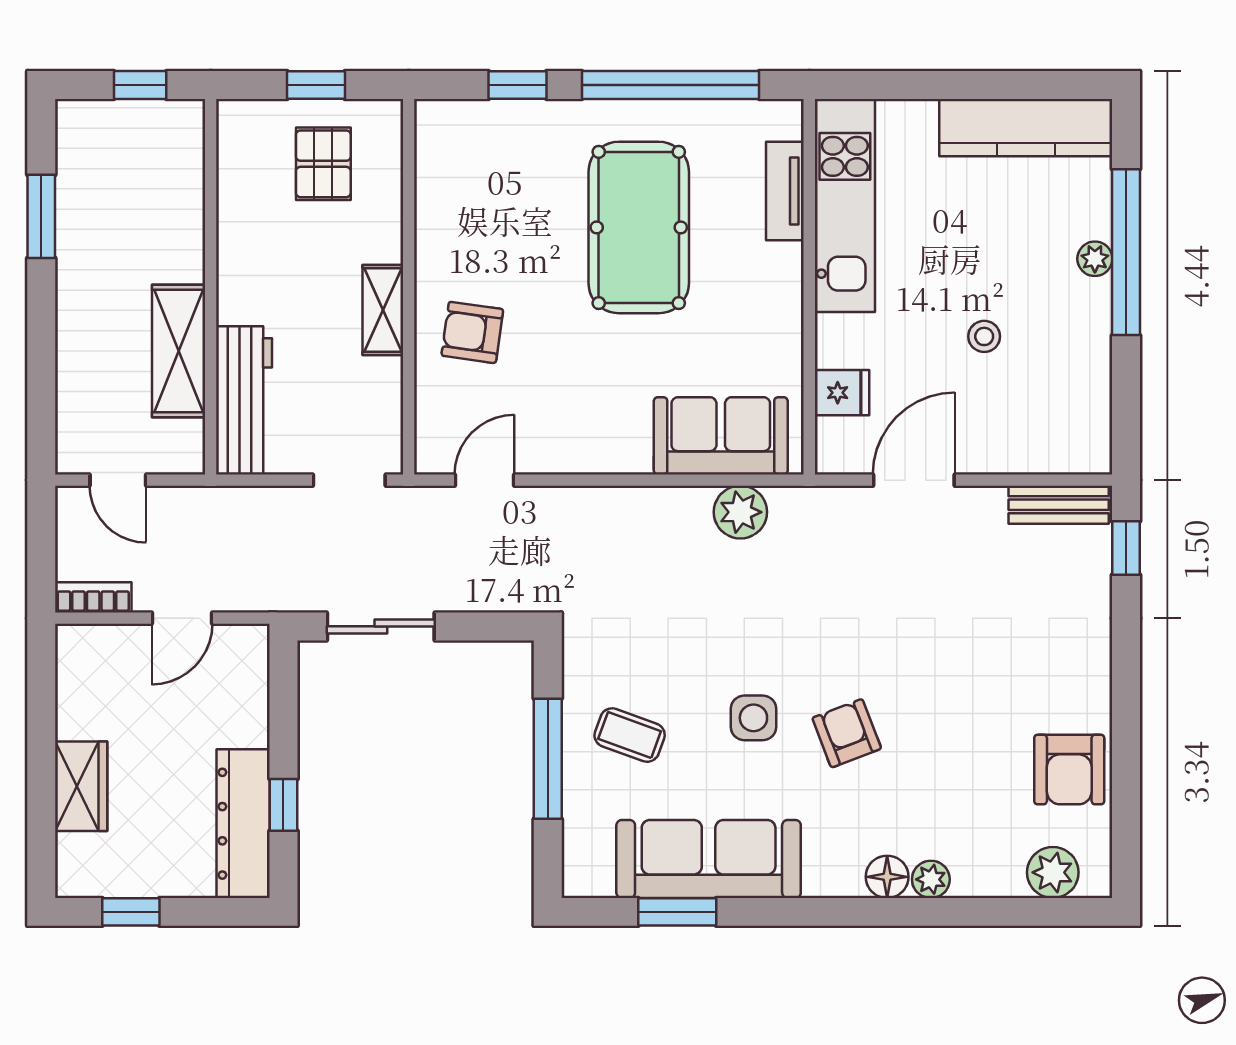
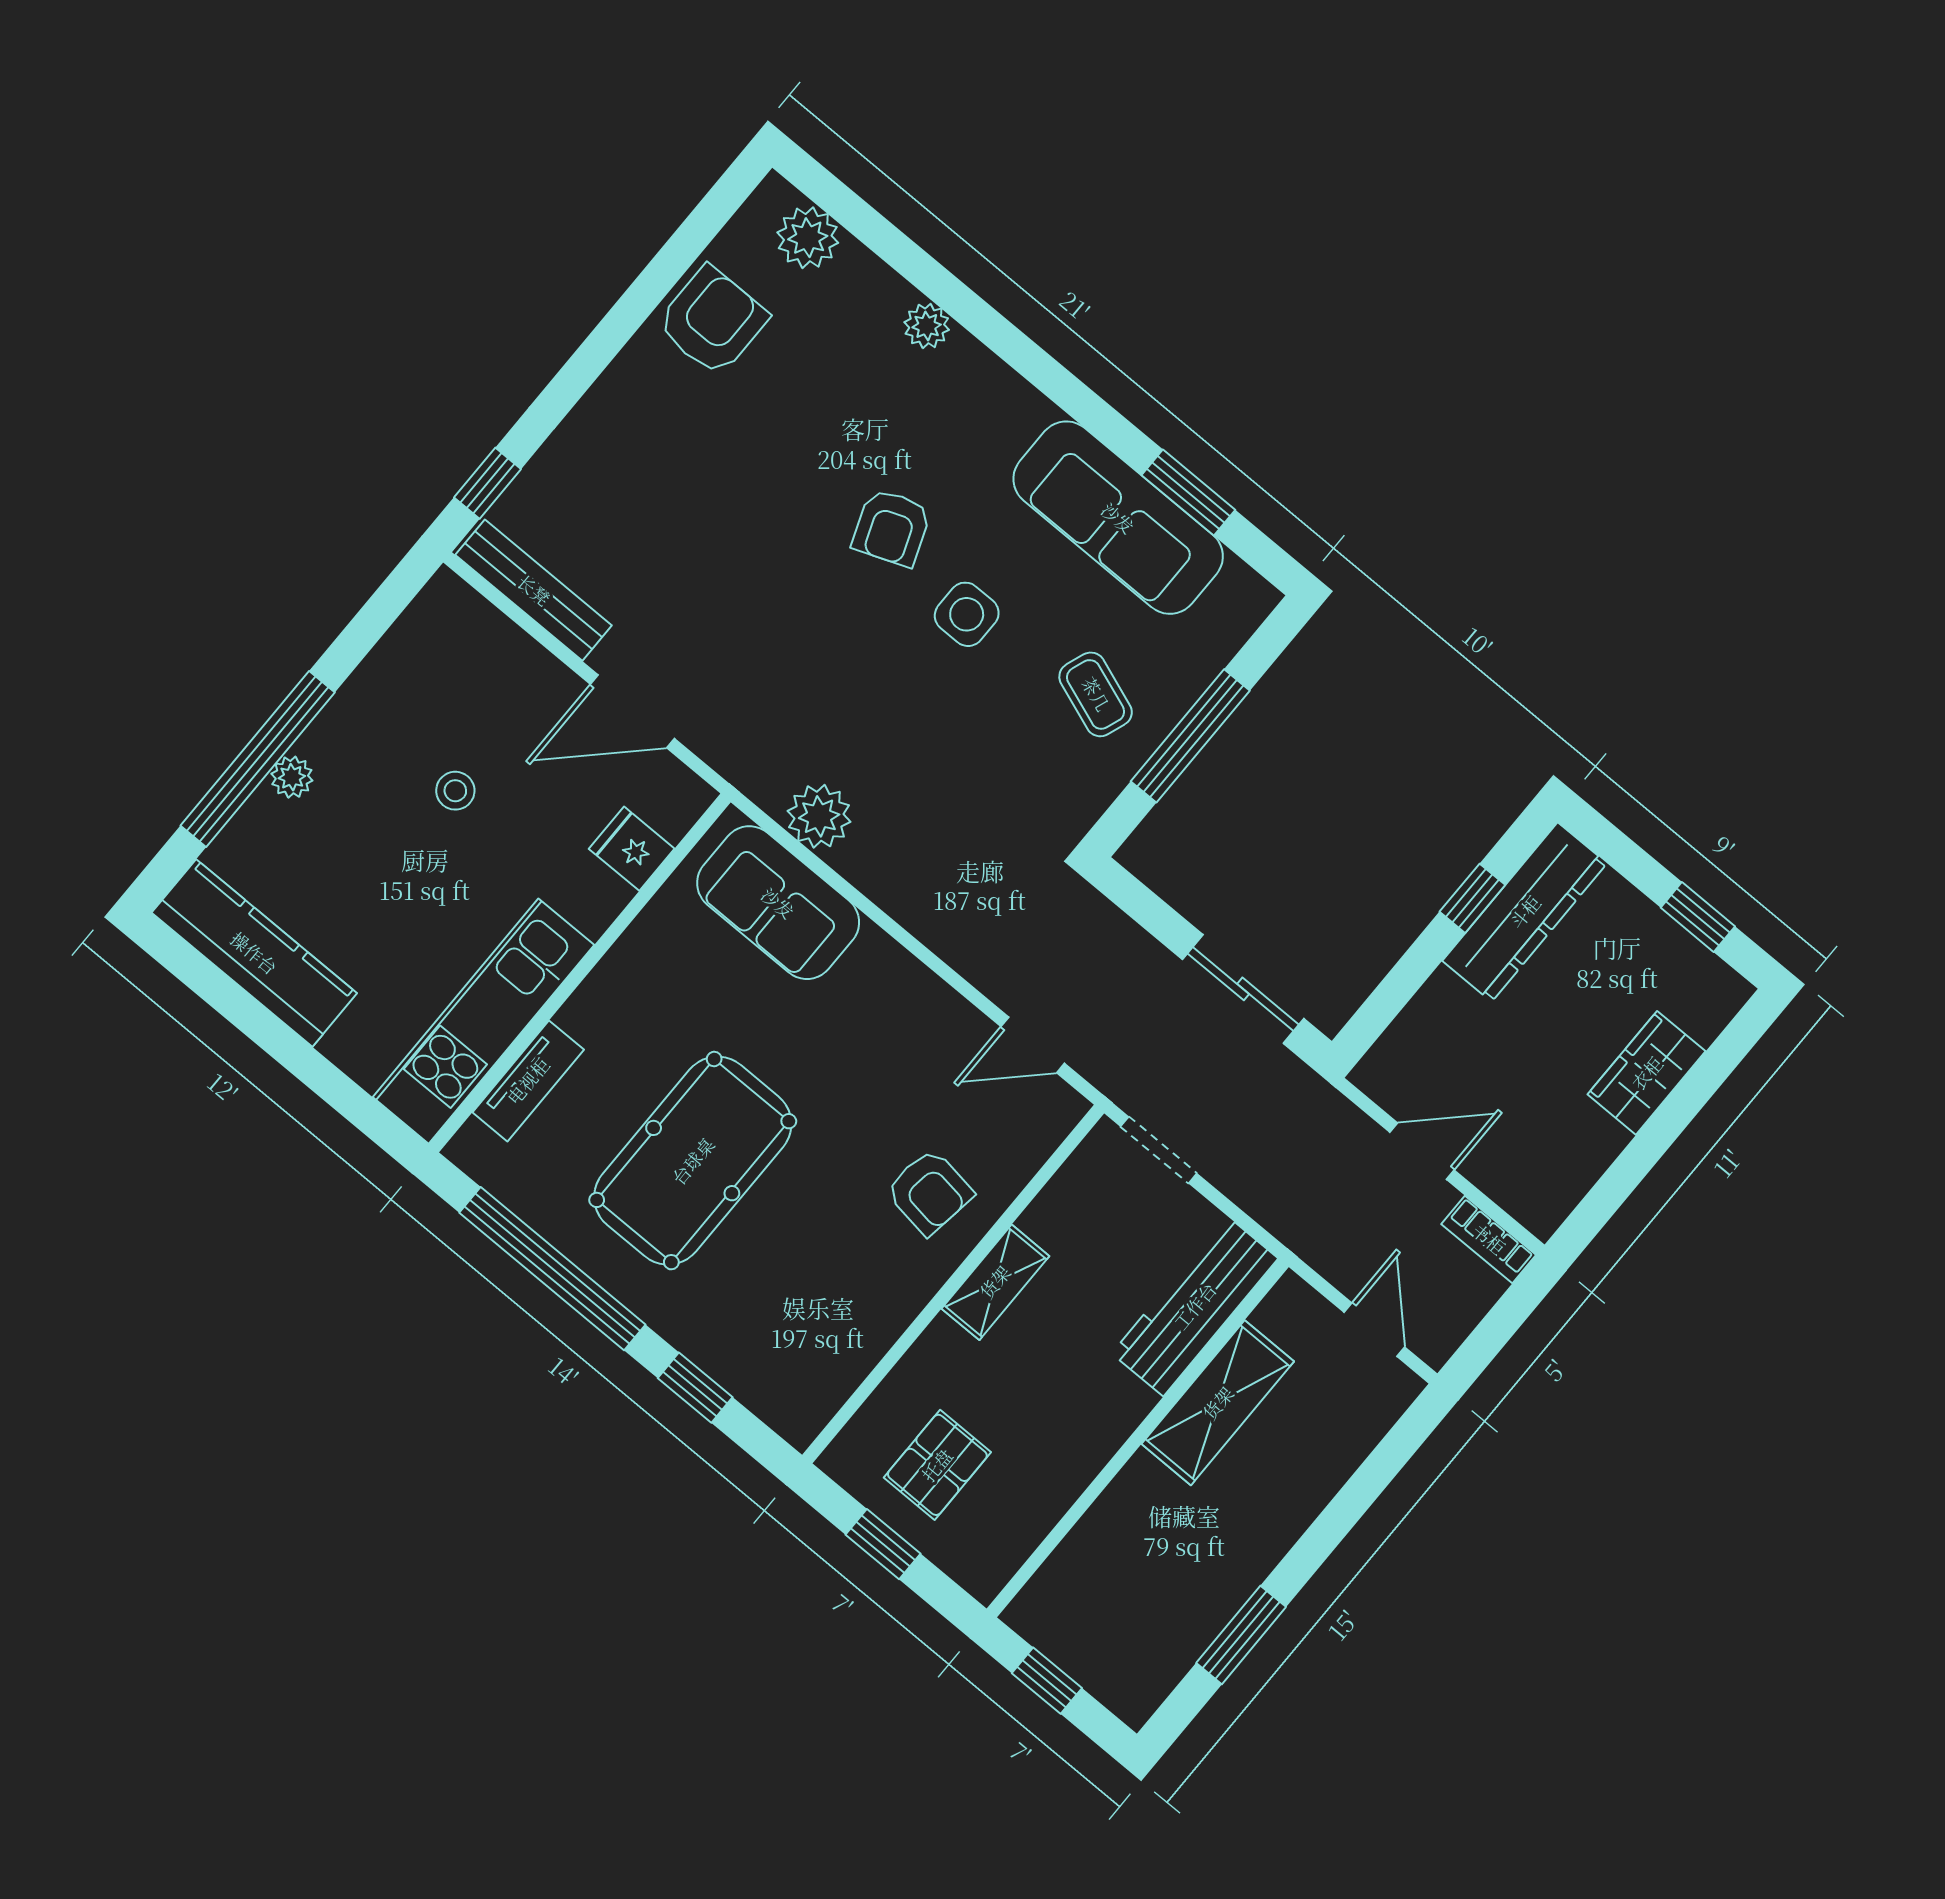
bench: (1059, 505) -> (534, 590), width x1.36
floor lamp: (887, 877) -> (966, 362), removed

